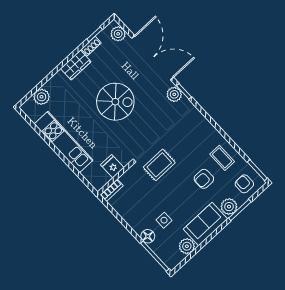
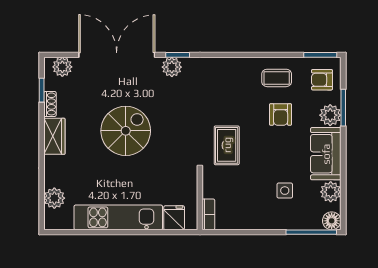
fridge: (112, 166) -> (174, 218), moved, turned 90
floor lamp: (148, 236) -> (332, 221), moved

